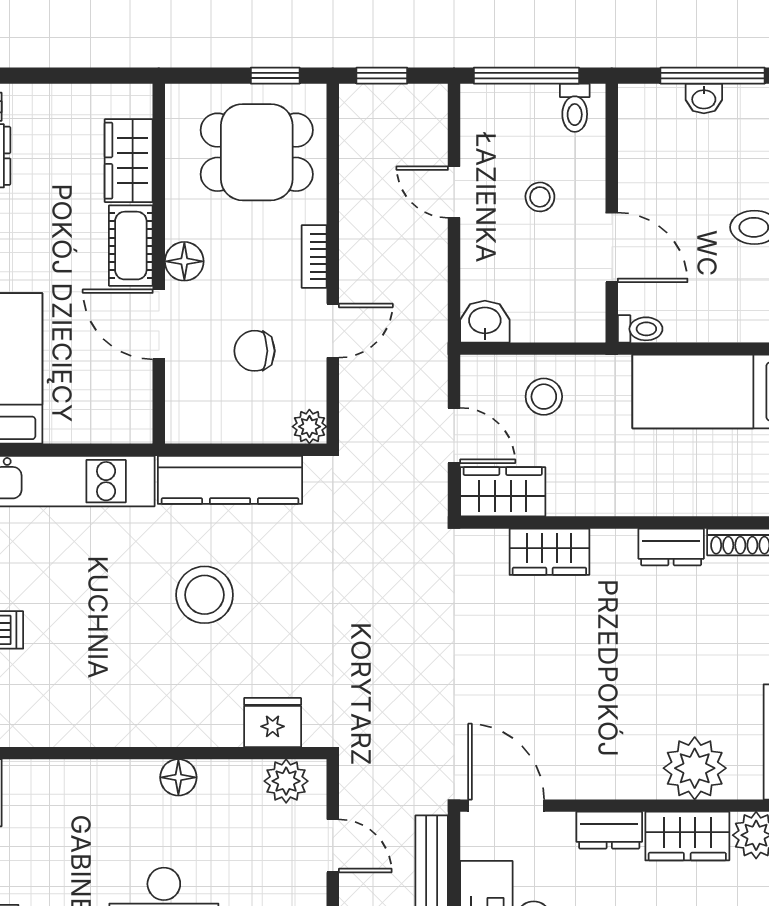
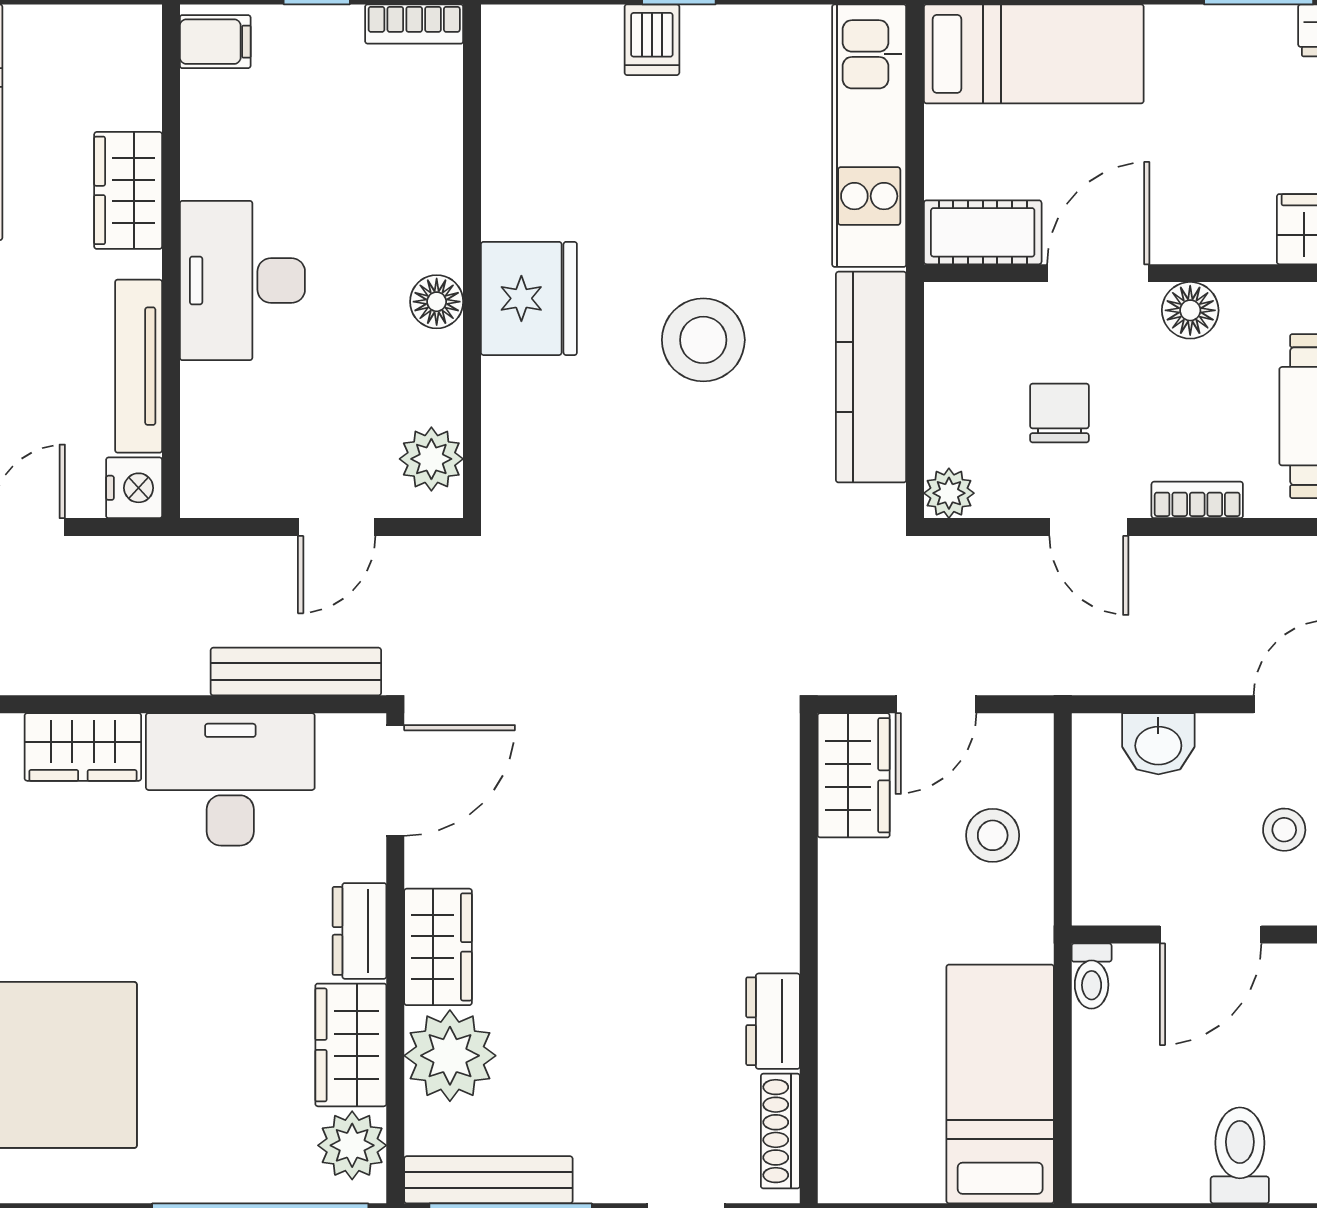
cot: (131, 246) -> (983, 232), moved
washbasin: (485, 322) -> (1158, 744), moved, turned 90
wardrobe: (549, 552) -> (438, 947), moved, turned 180
fridge: (273, 722) -> (529, 298), moved, width x1.36, depth x1.34

